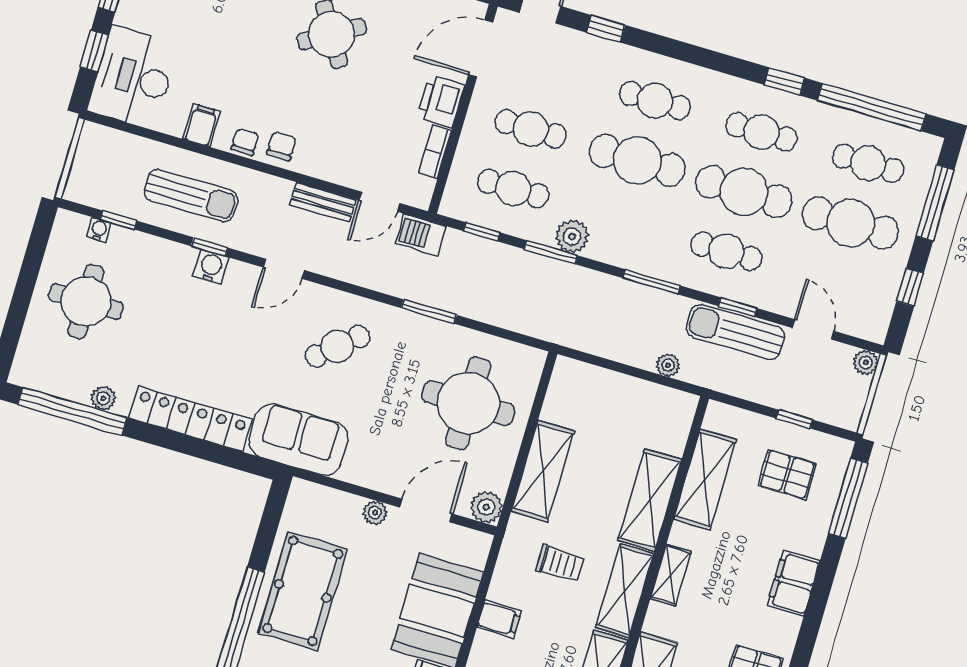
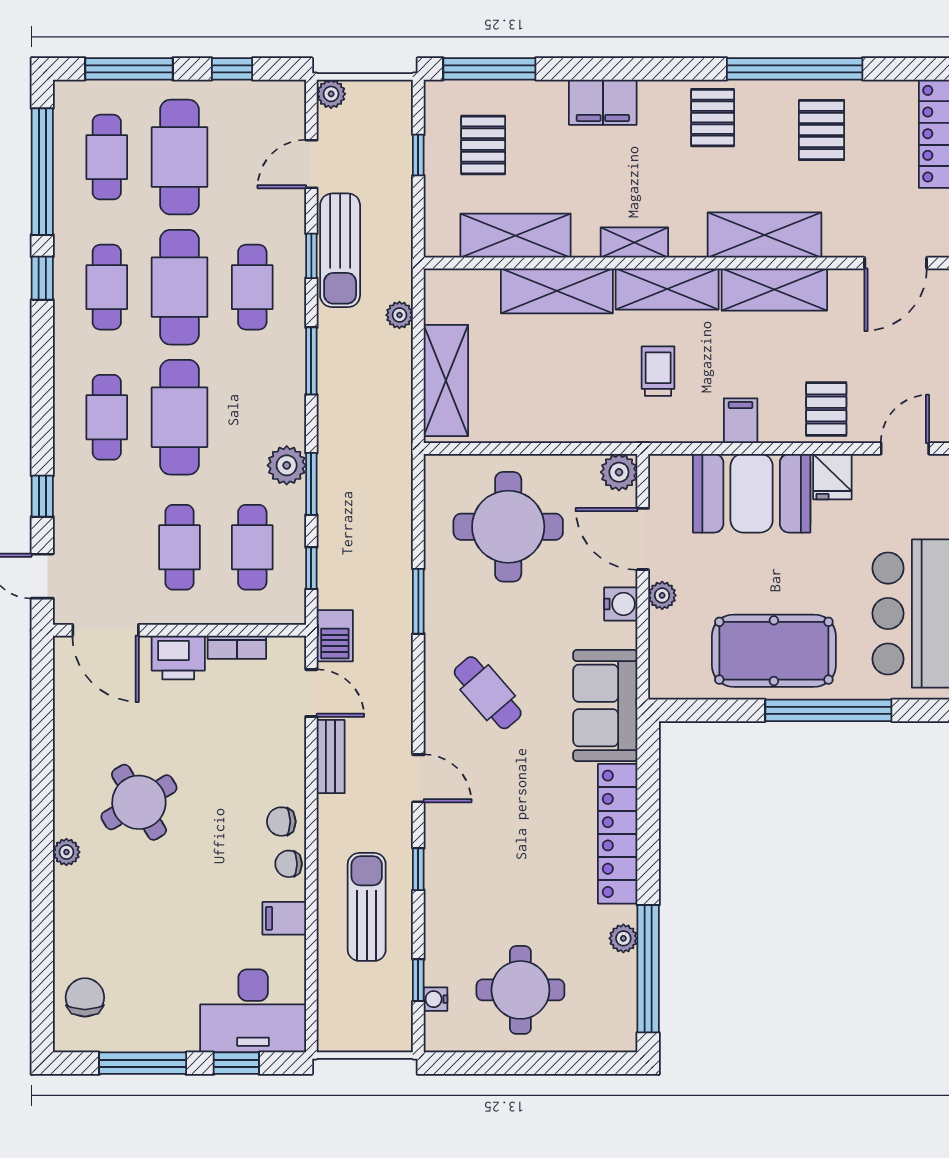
water cooler: (211, 267) -> (621, 604), moved, turned 180
shelving: (543, 471) -> (446, 380), moved, turned 90

